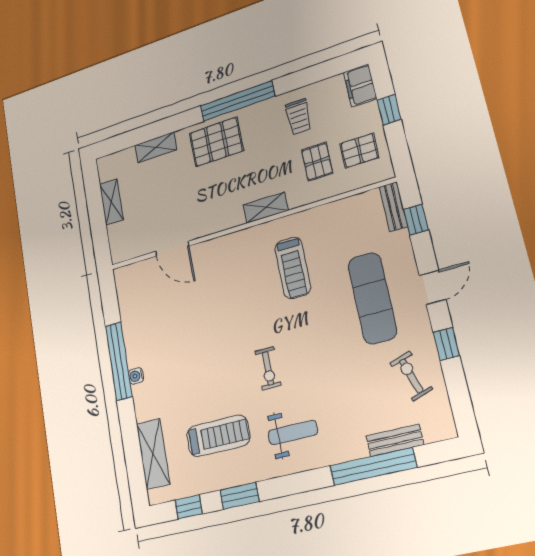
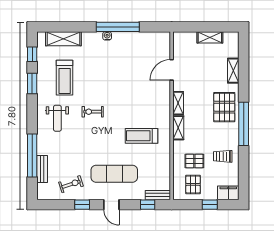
shelving: (224, 221) -> (178, 103), added

